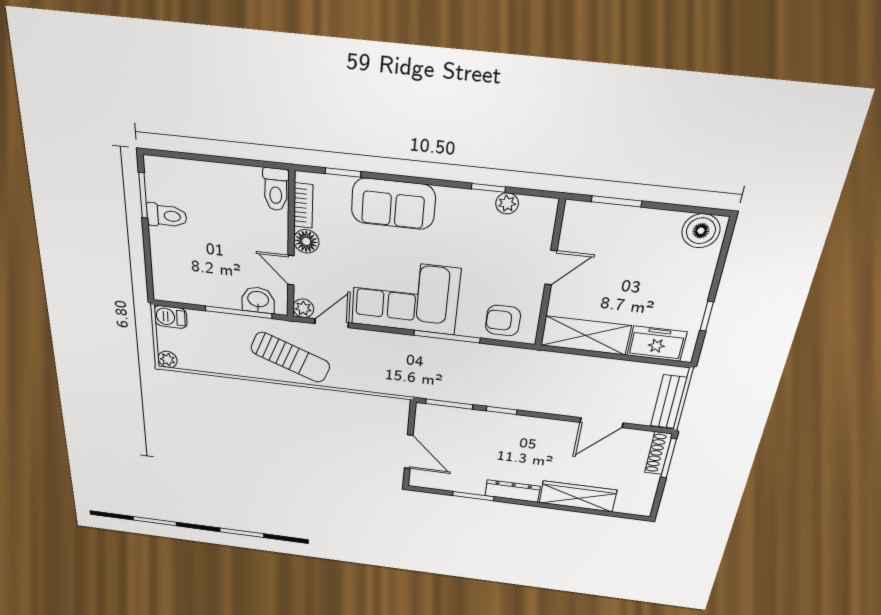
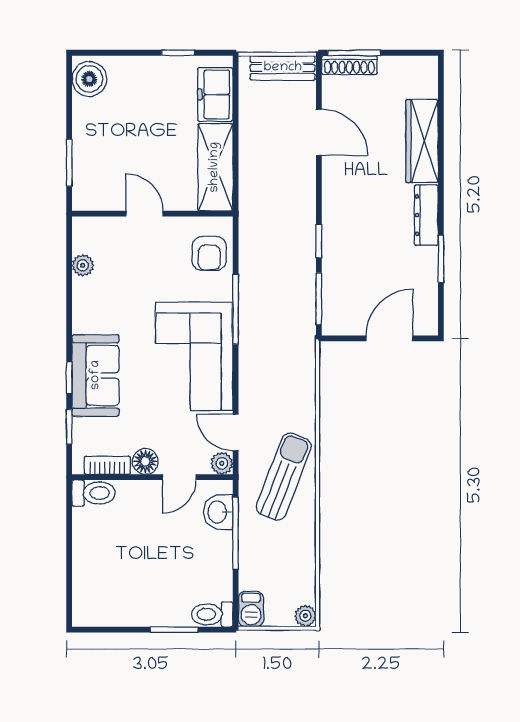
window: (488, 188) -> (69, 378), moved
window: (143, 195) -> (174, 630), moved
toilet: (167, 216) -> (212, 614), moved, turned -90

